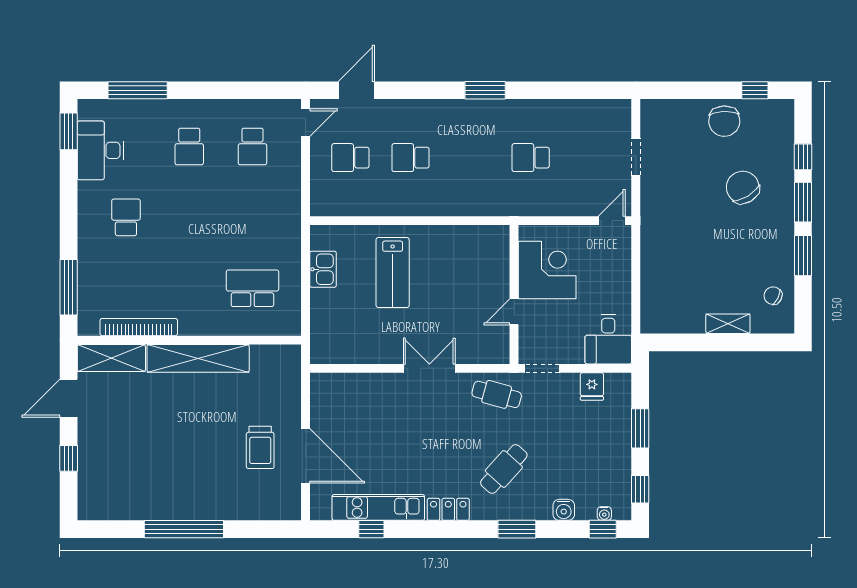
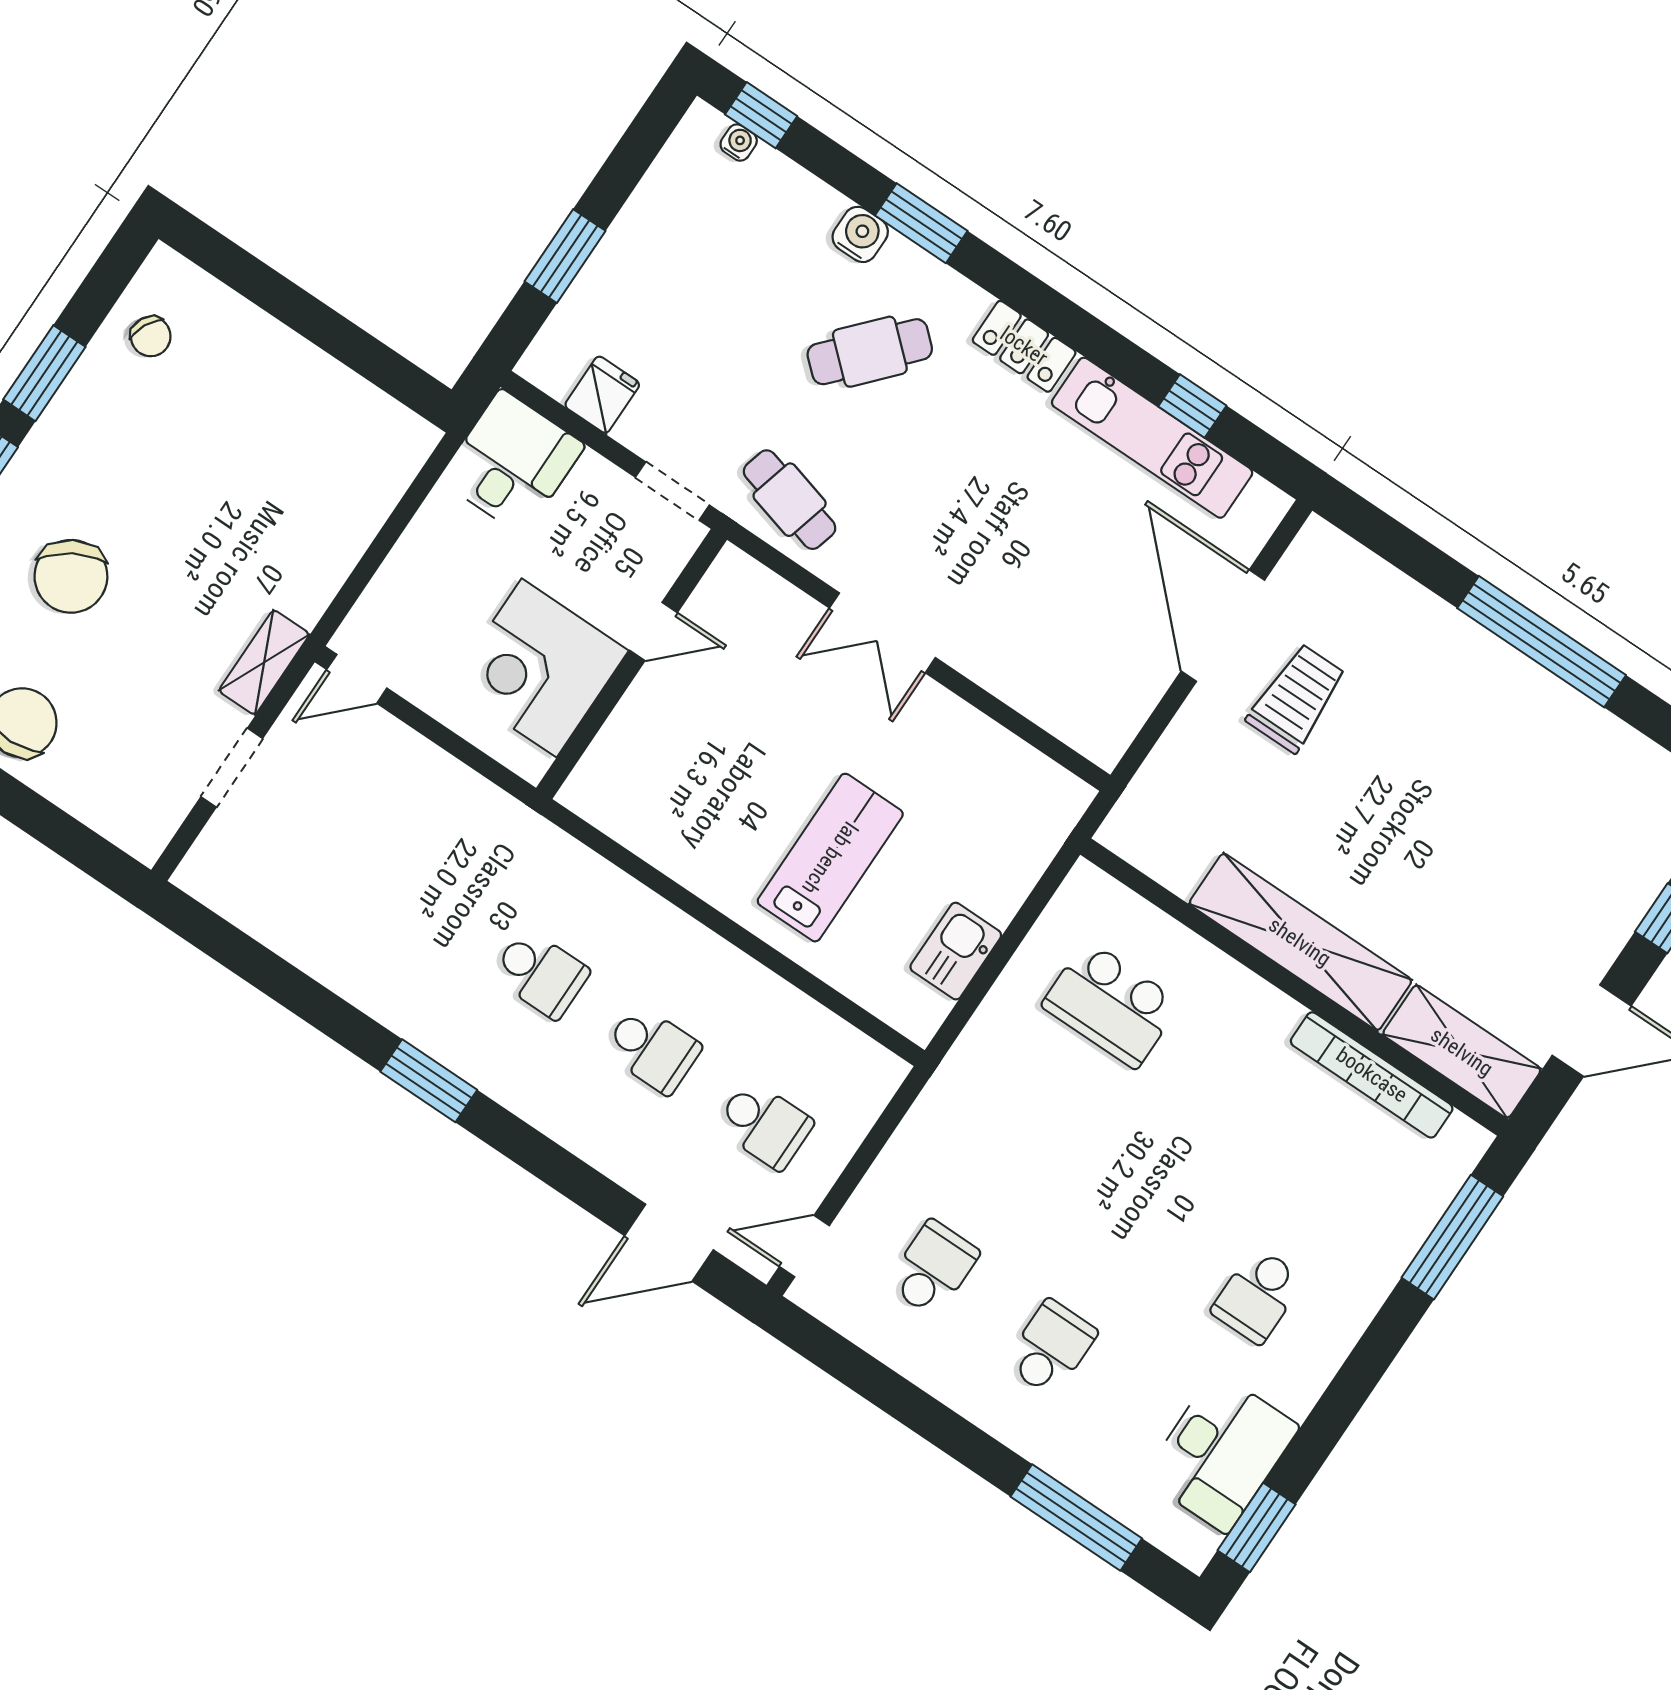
school desk: (531, 158) -> (541, 974), moved
shelving: (728, 324) -> (264, 662), moved, turned 90
window: (640, 489) -> (642, 143), removed
water cooler: (564, 510) -> (860, 234), moved

